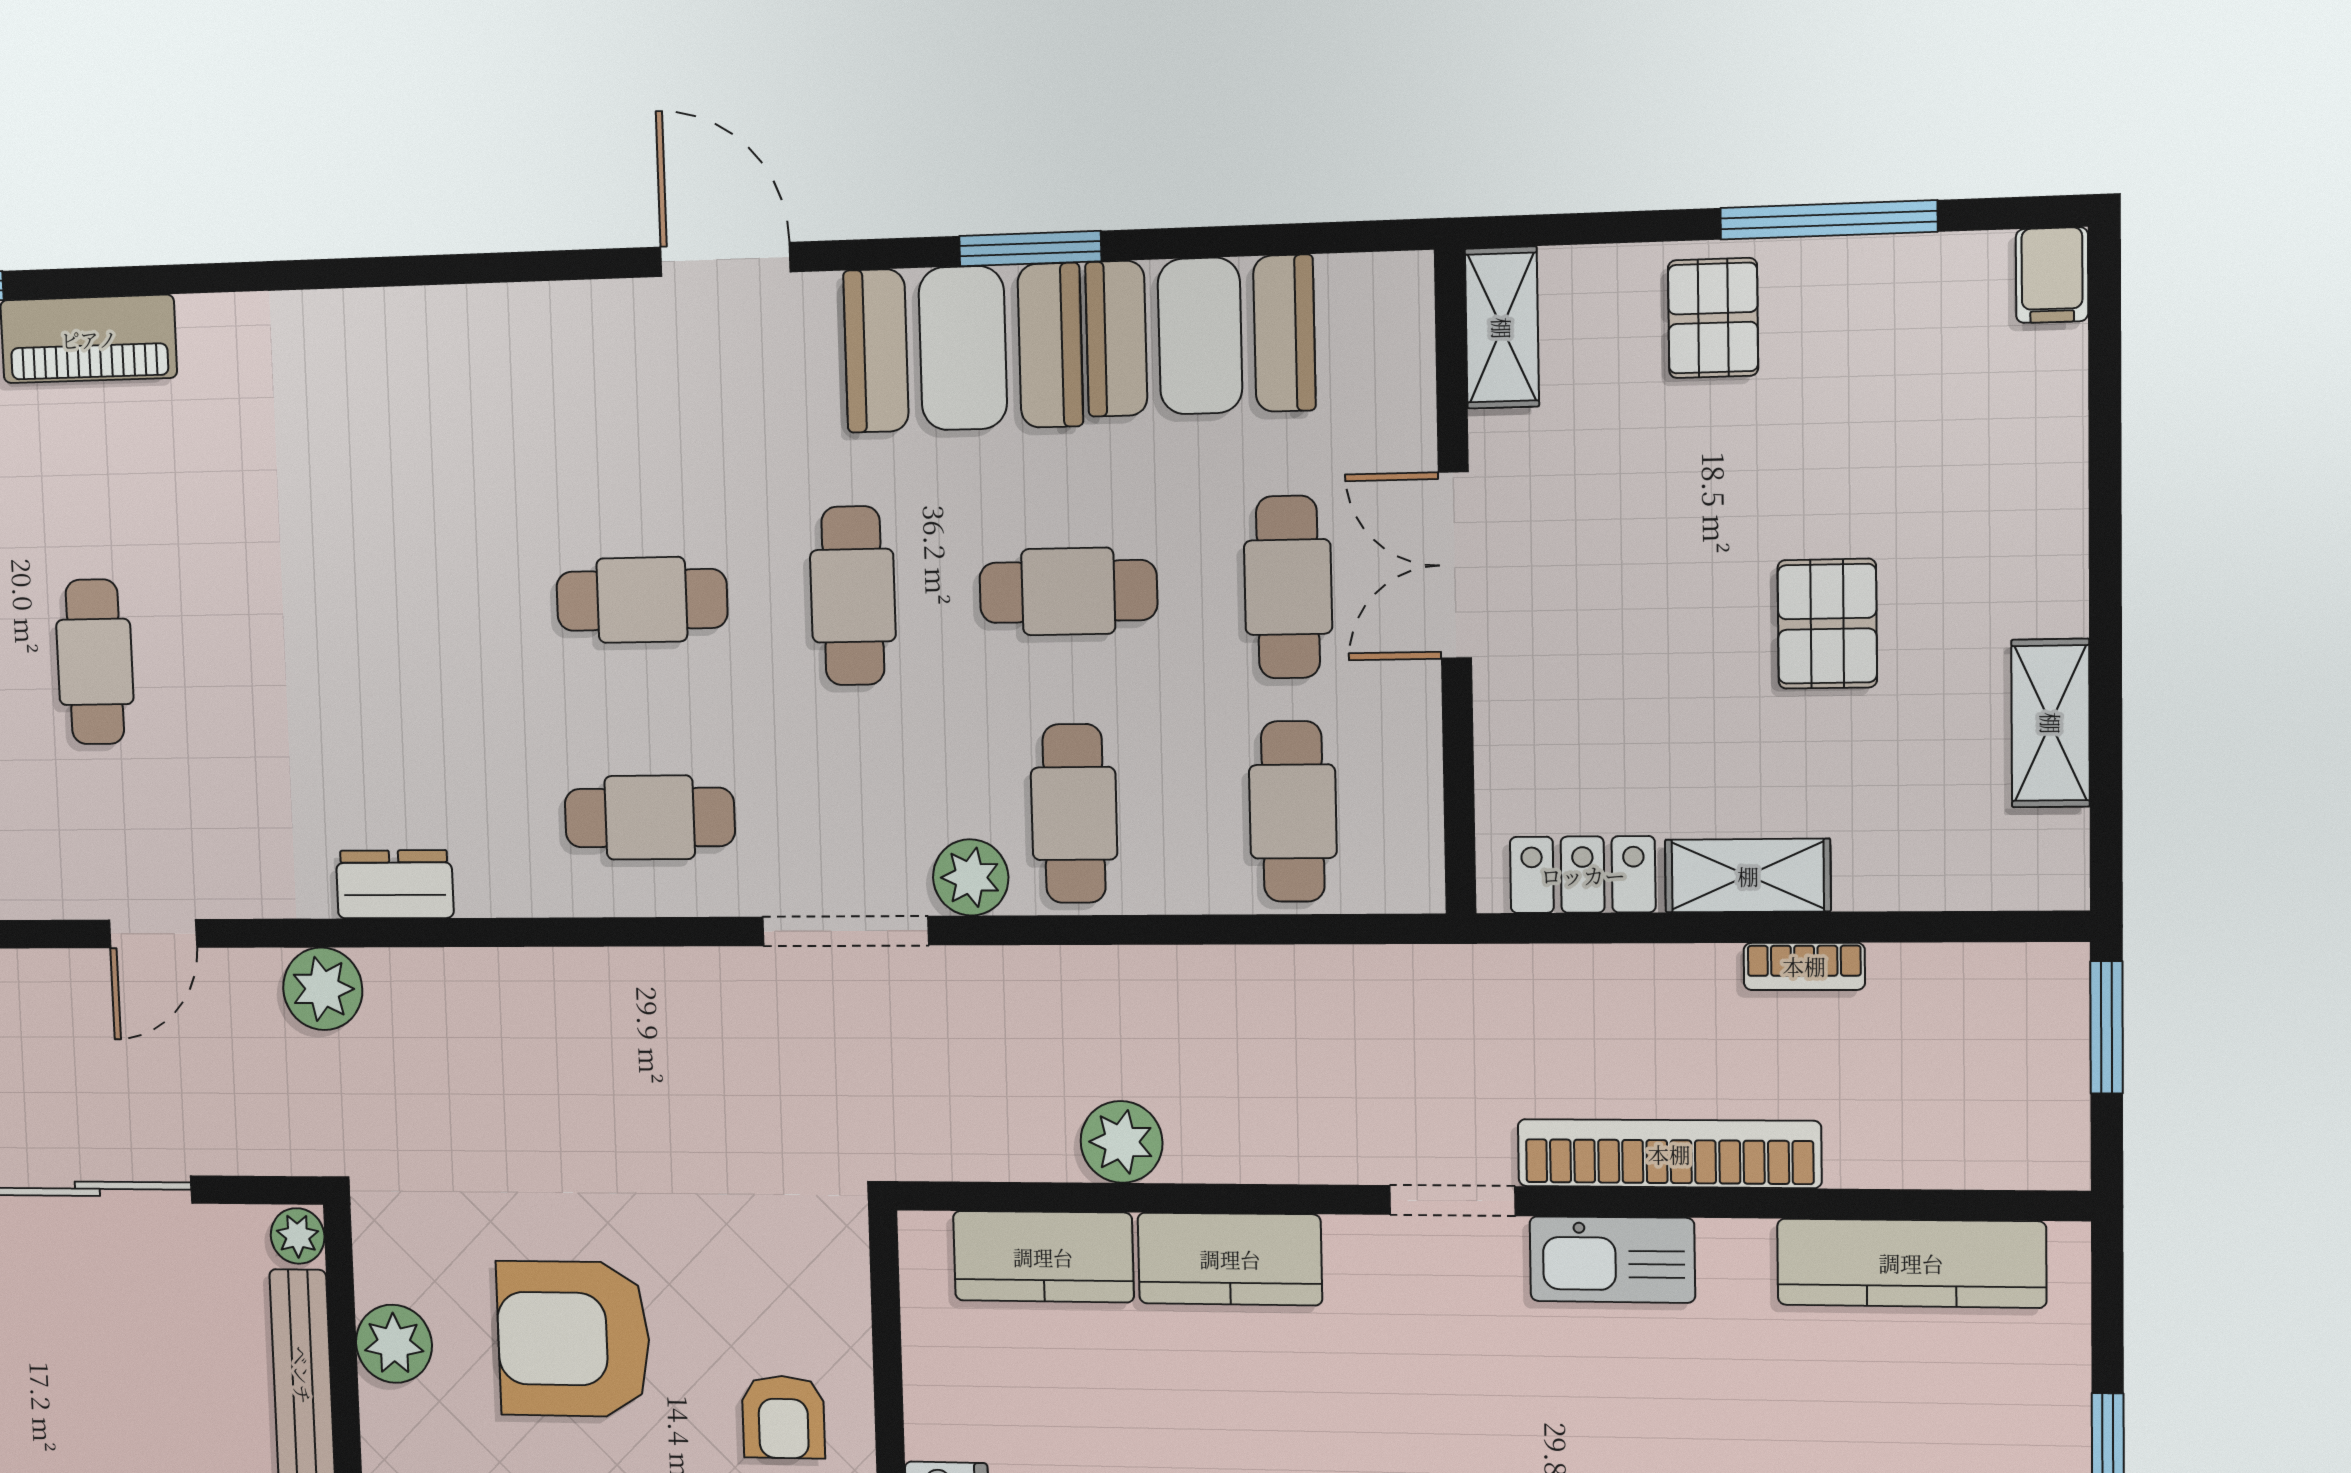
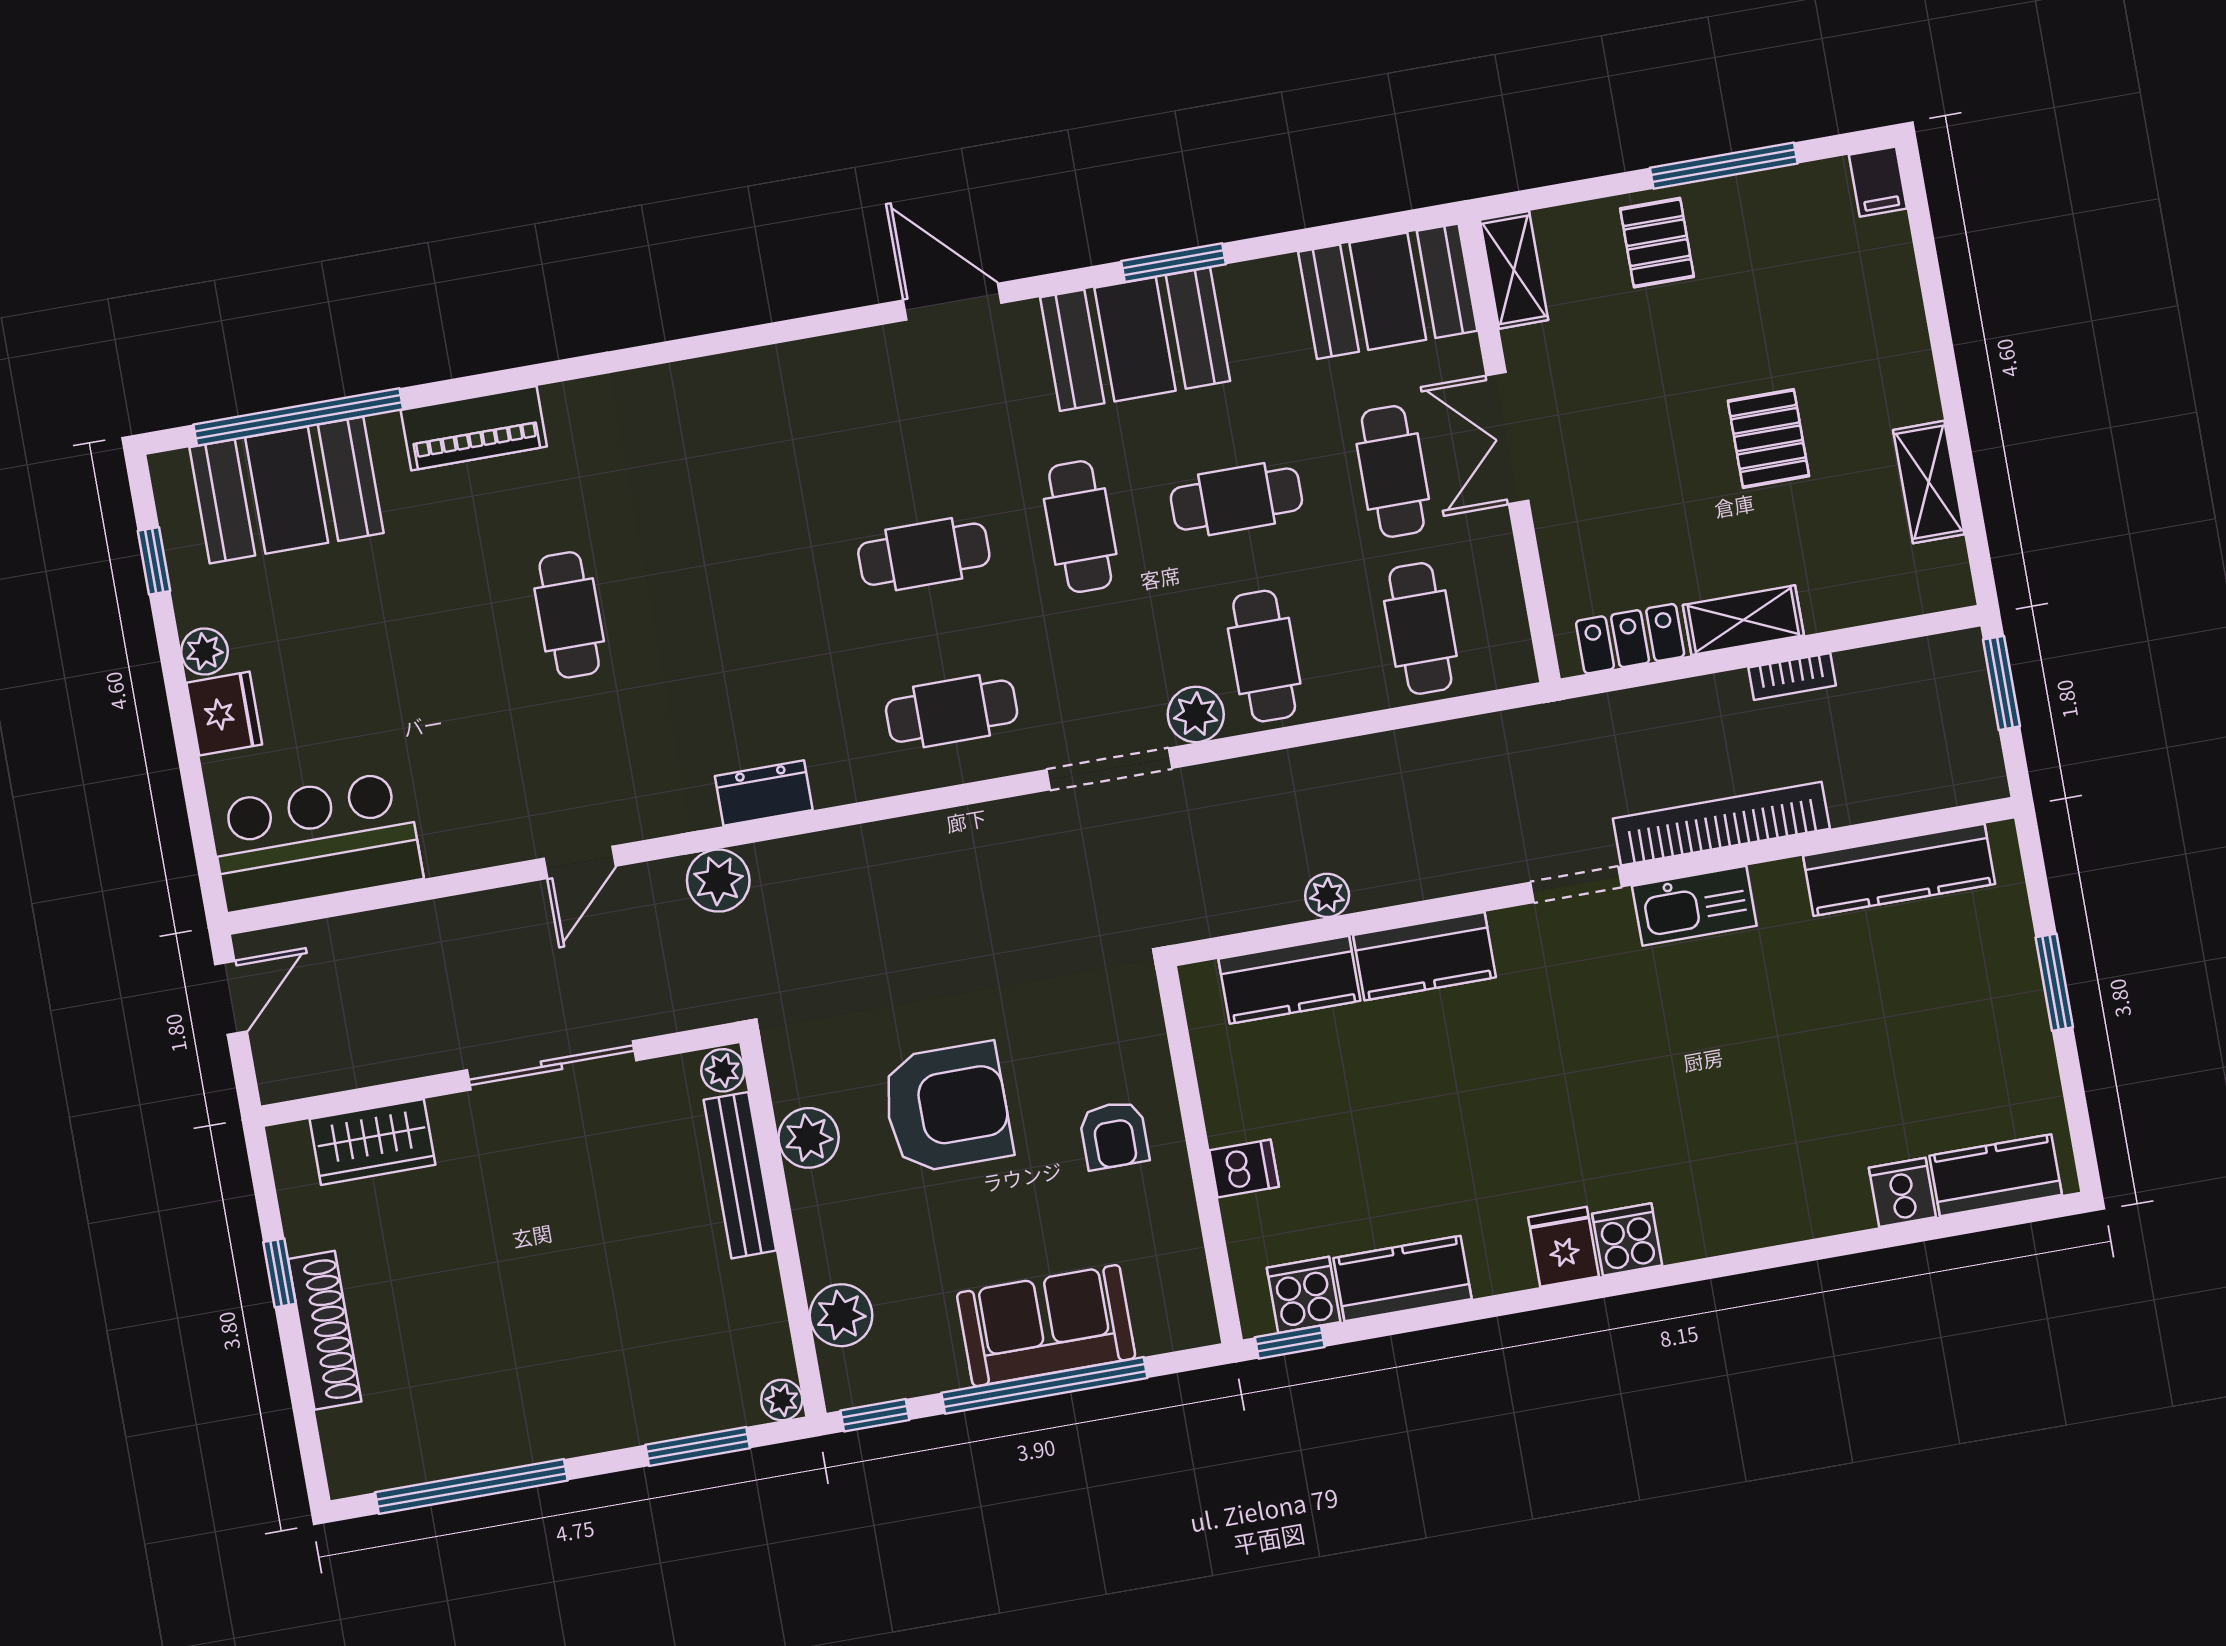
booth: (1200, 336) -> (1388, 291), moved
cafe table: (95, 662) -> (569, 615), moved
plant: (1122, 1142) -> (1327, 895), width x0.73, depth x0.73
armchair: (573, 1339) -> (947, 1108), turned 180

